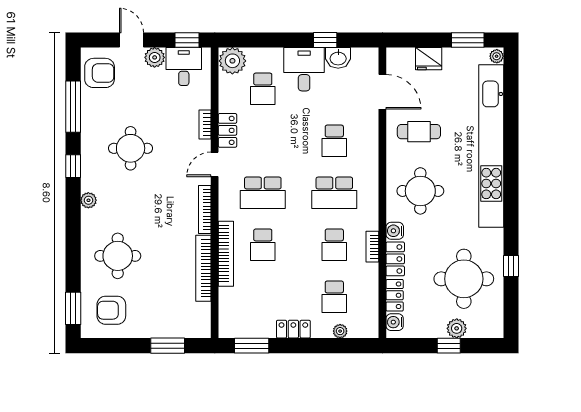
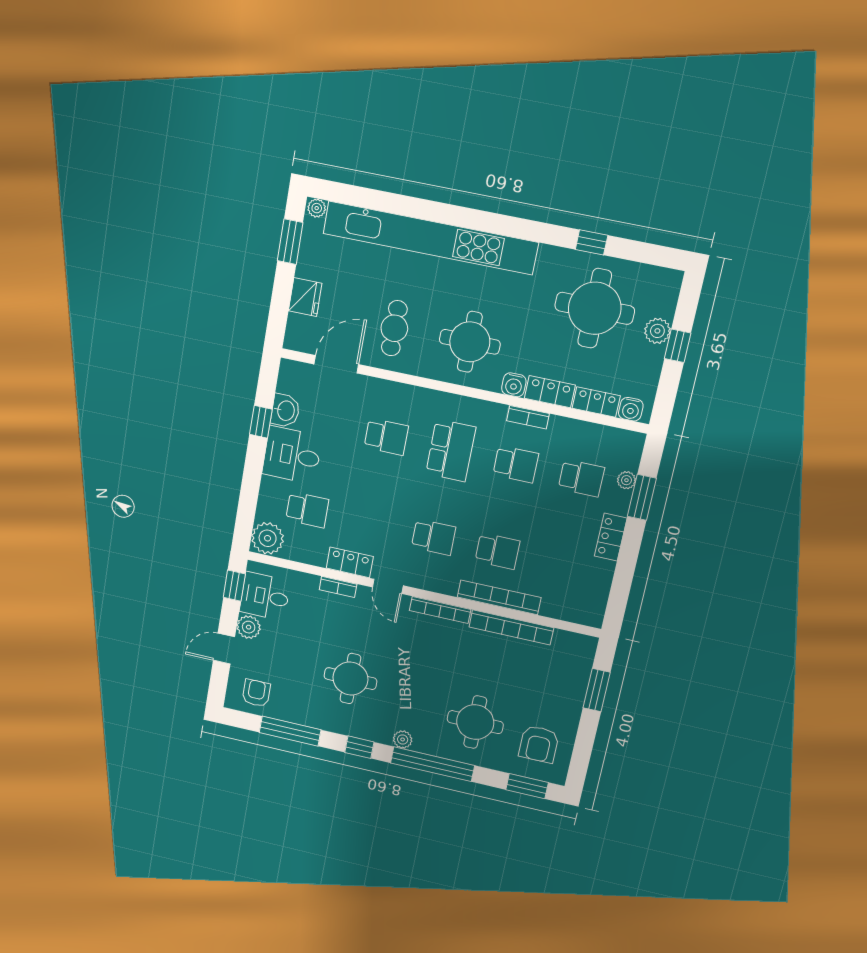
armchair: (100, 73) -> (256, 693), width x0.72, depth x0.72
school desk: (263, 193) -> (434, 537), width x0.54
window: (73, 229) -> (433, 764), added
window: (252, 346) -> (642, 497), moved

